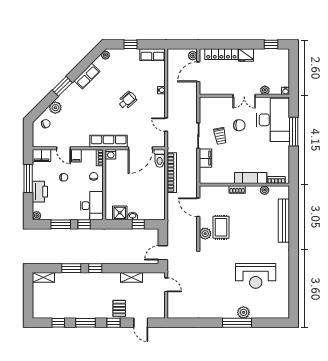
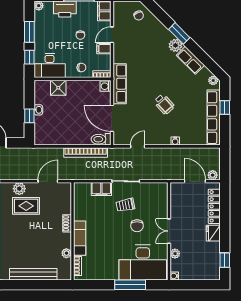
row of seats: (153, 55) -> (214, 118), width x2.02
plant: (55, 108) -> (175, 45), moved
shower: (120, 213) -> (58, 88), moved

